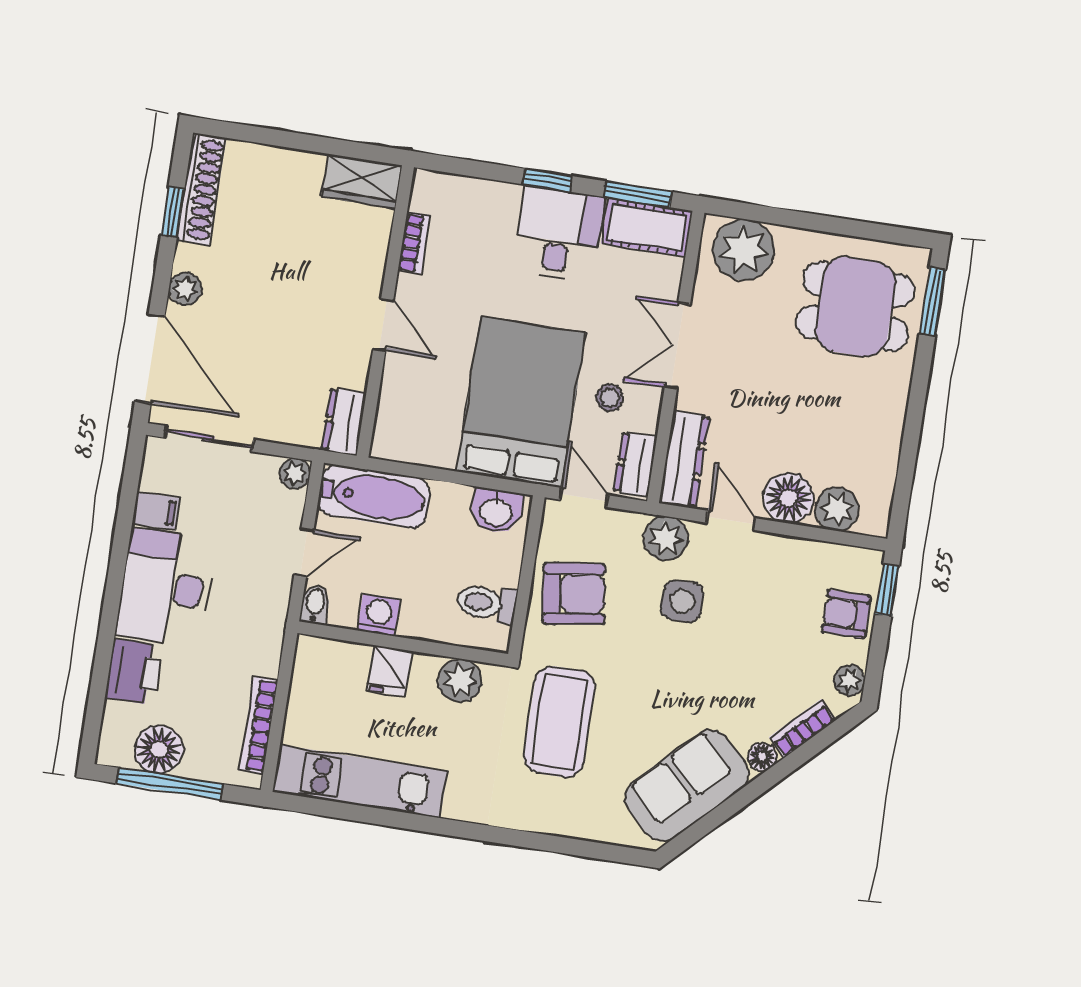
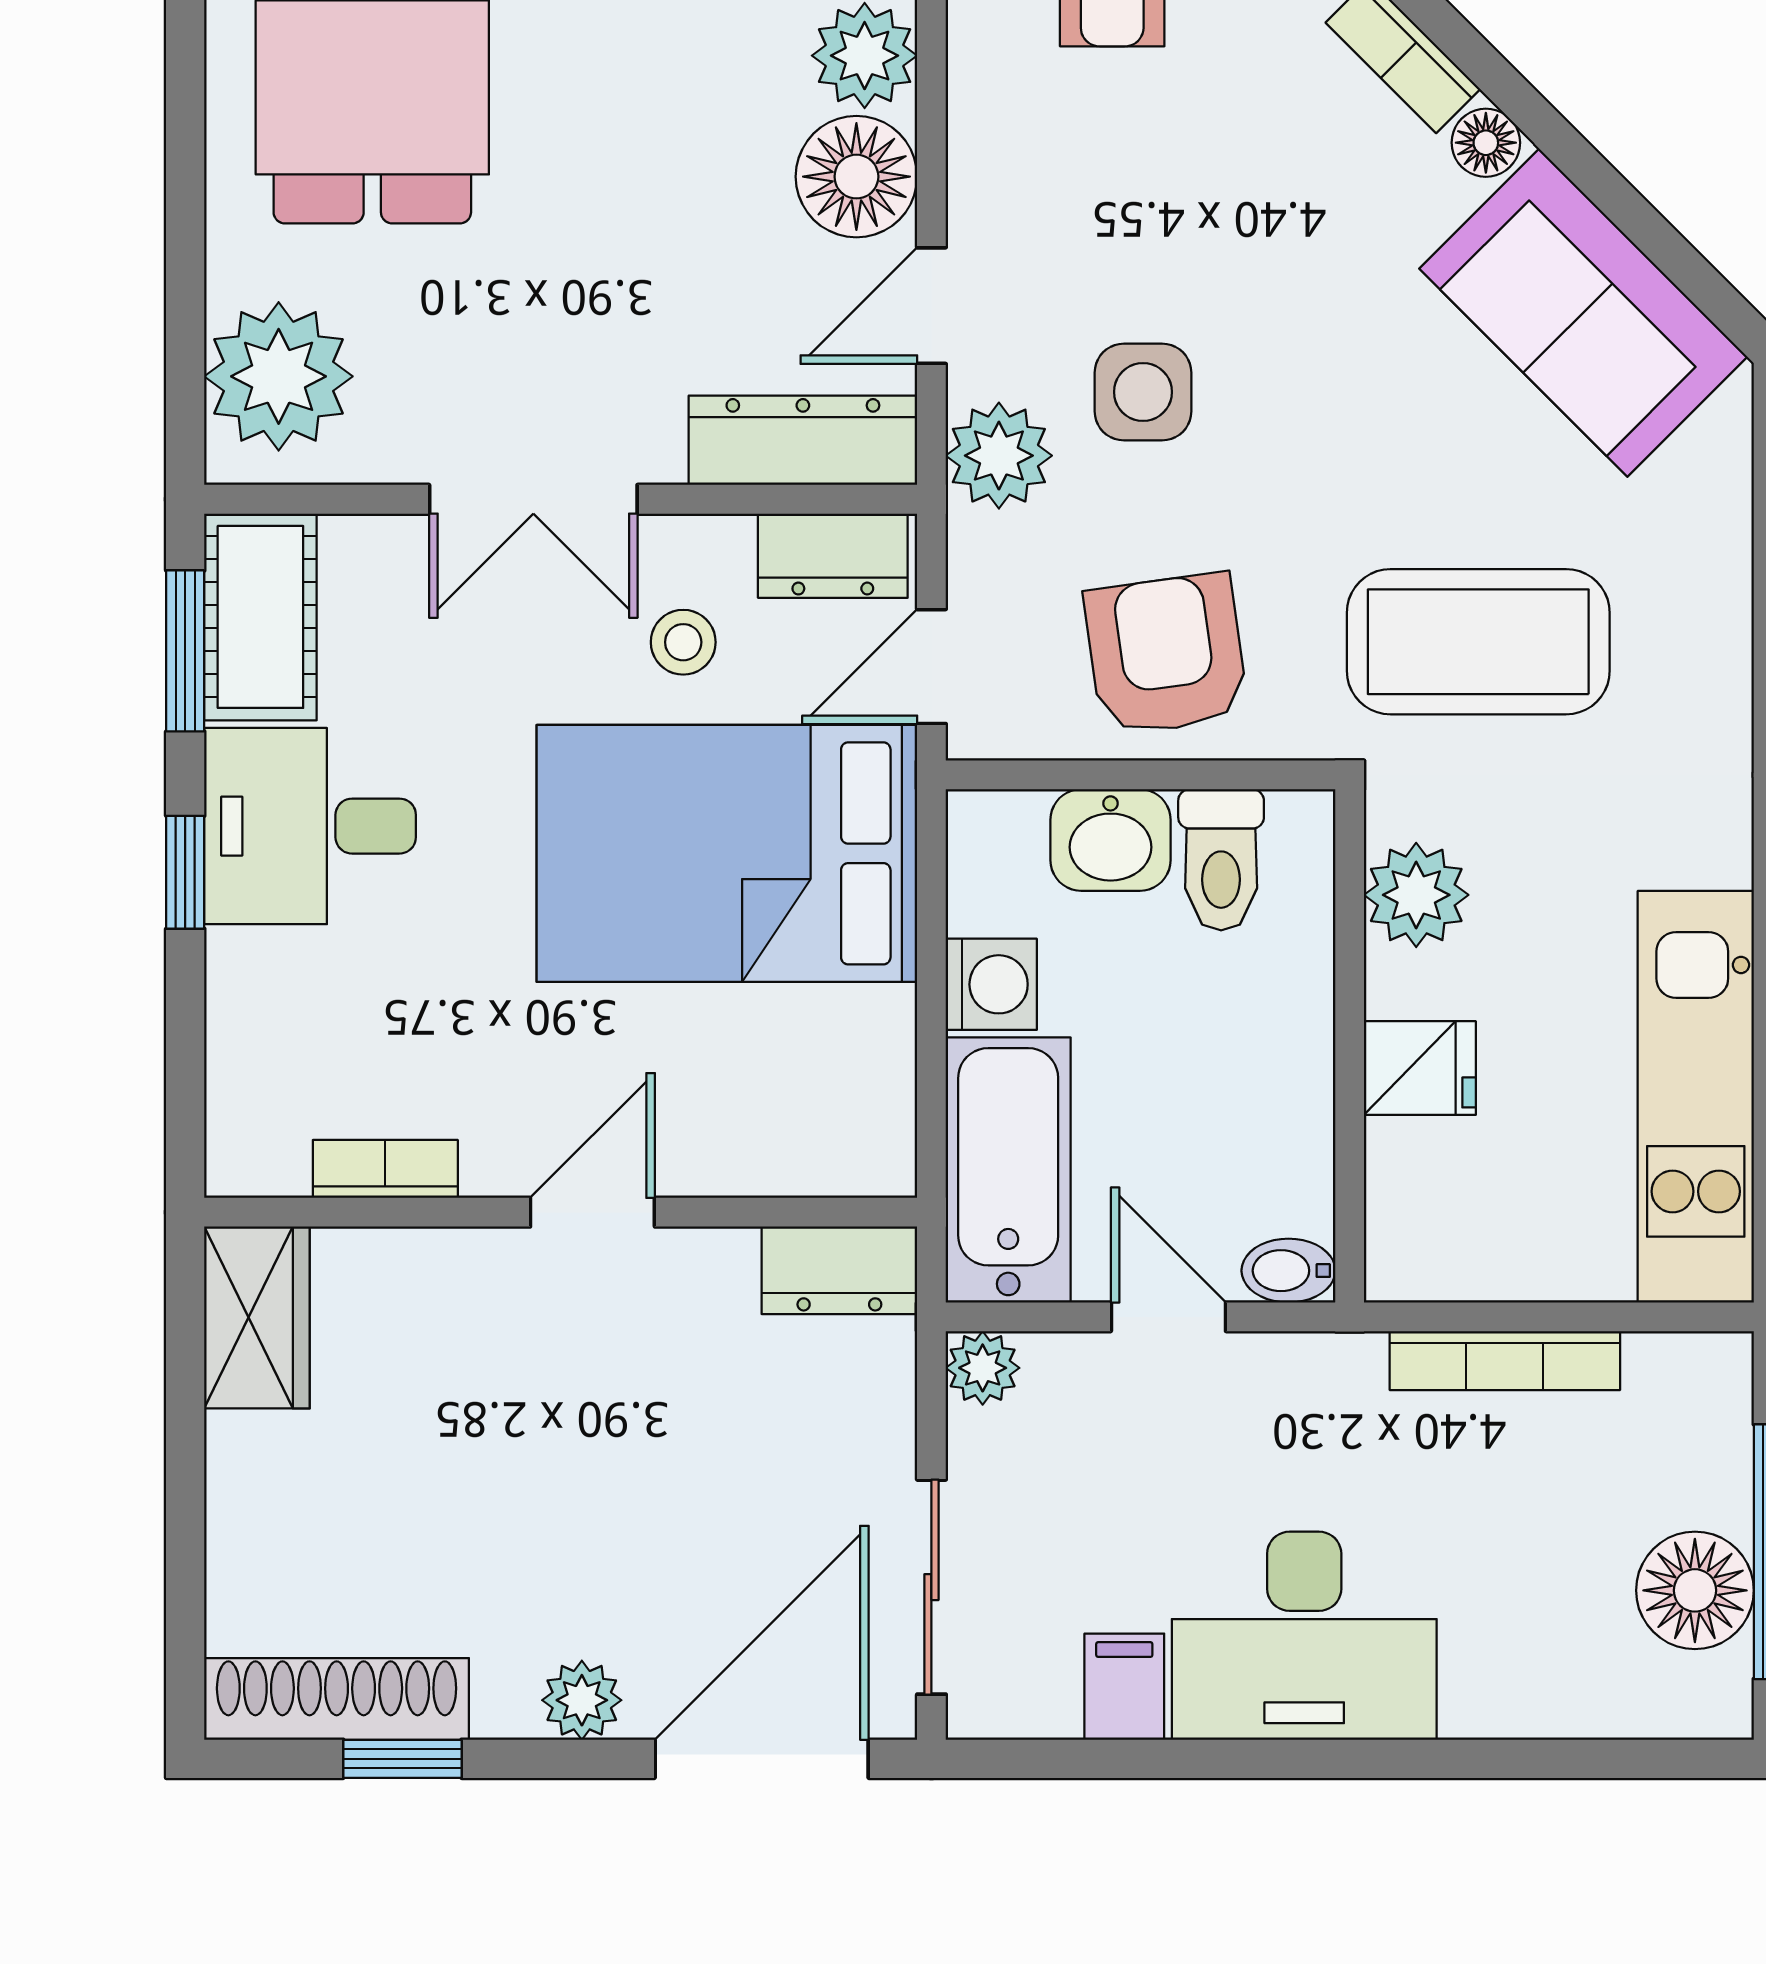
washbasin: (496, 511) -> (1111, 840), moved, turned 90
washing machine: (379, 615) -> (991, 984), moved, turned 180
printer: (134, 672) -> (1518, 1679), removed
bookcase: (259, 725) -> (1505, 1361), moved

